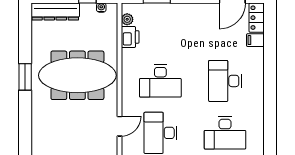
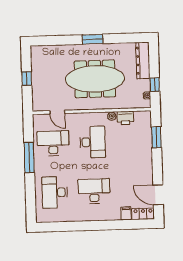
plant: (127, 19) -> (112, 116), moved
meeting table: (77, 75) -> (95, 79), turned 90
desk: (160, 81) -> (93, 142), turned 180

